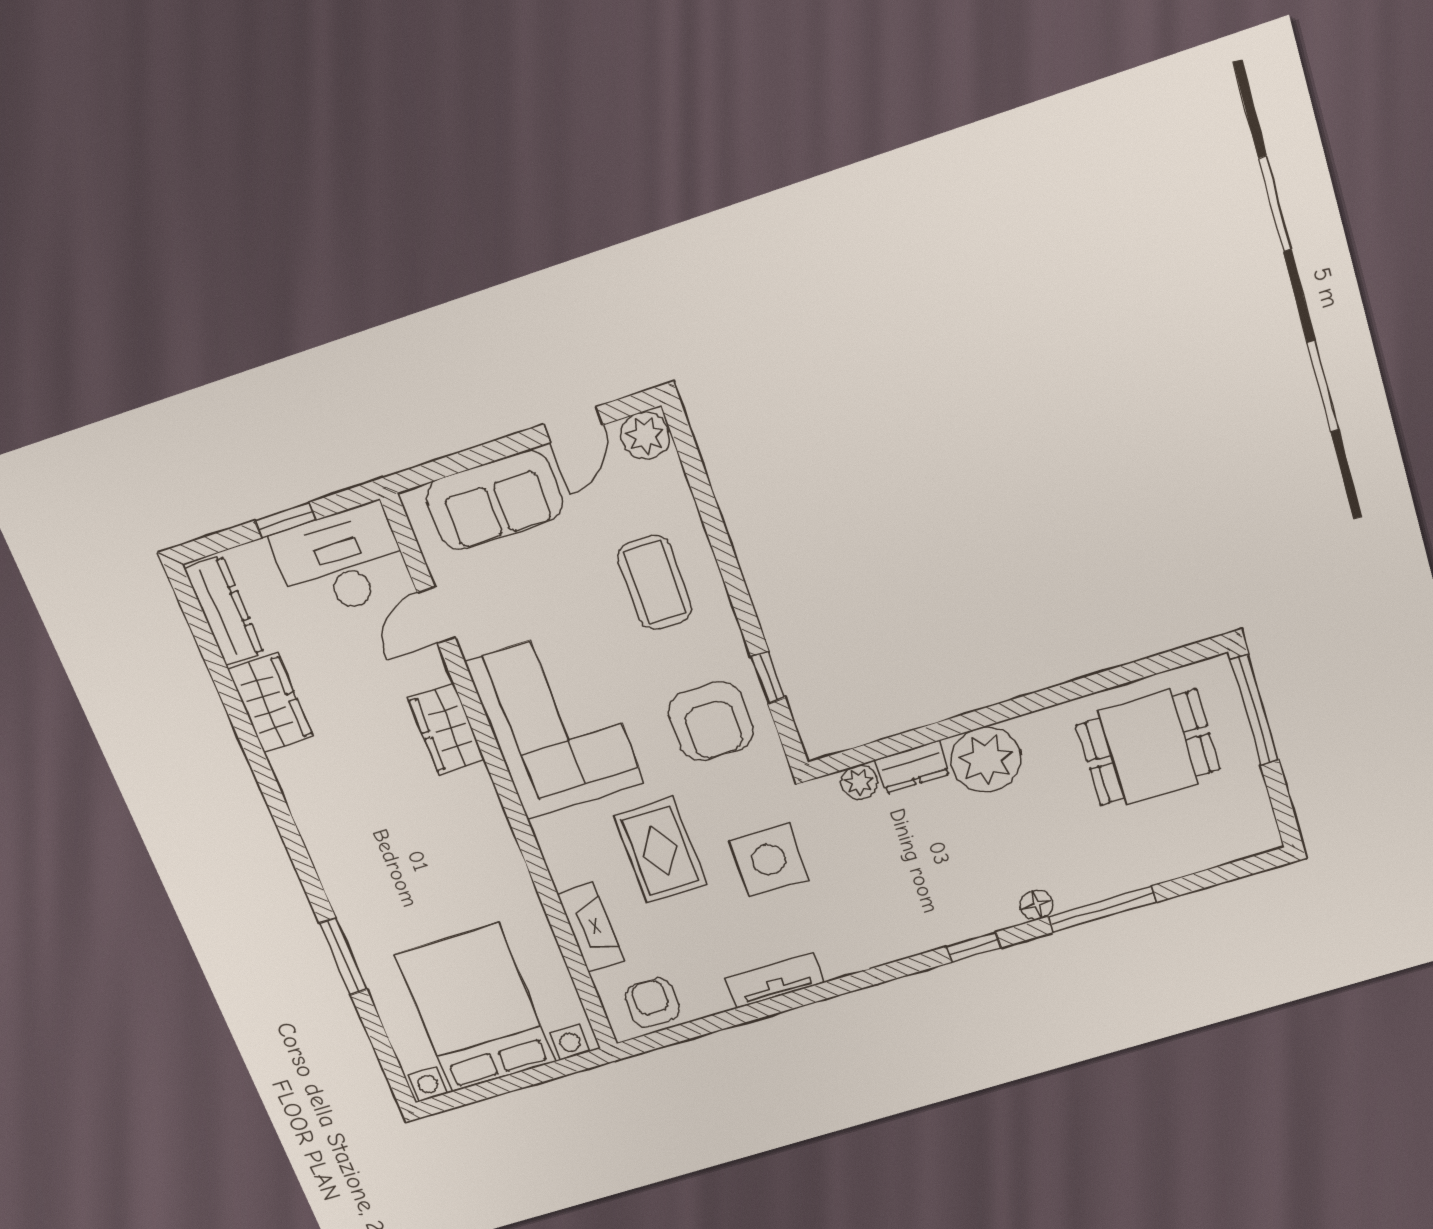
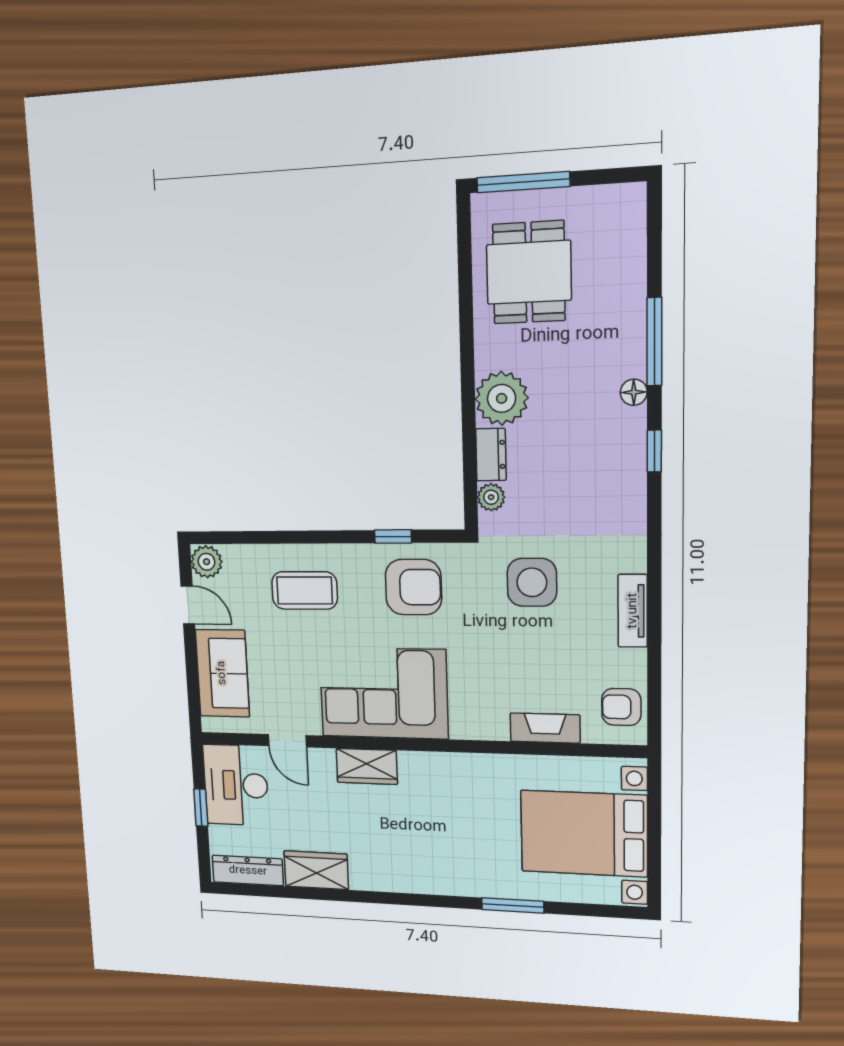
rug: (660, 850) -> (500, 657), removed

